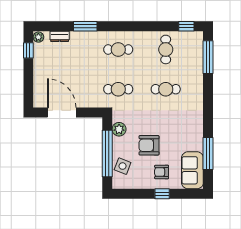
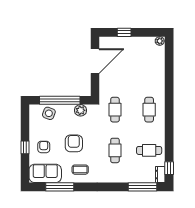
window: (85, 26) -> (169, 81), removed
dresser: (60, 36) -> (160, 175), moved
window: (28, 50) -> (124, 32), moved
coffee table: (188, 130) -> (80, 170), added
armchair: (149, 145) -> (74, 143), moved

